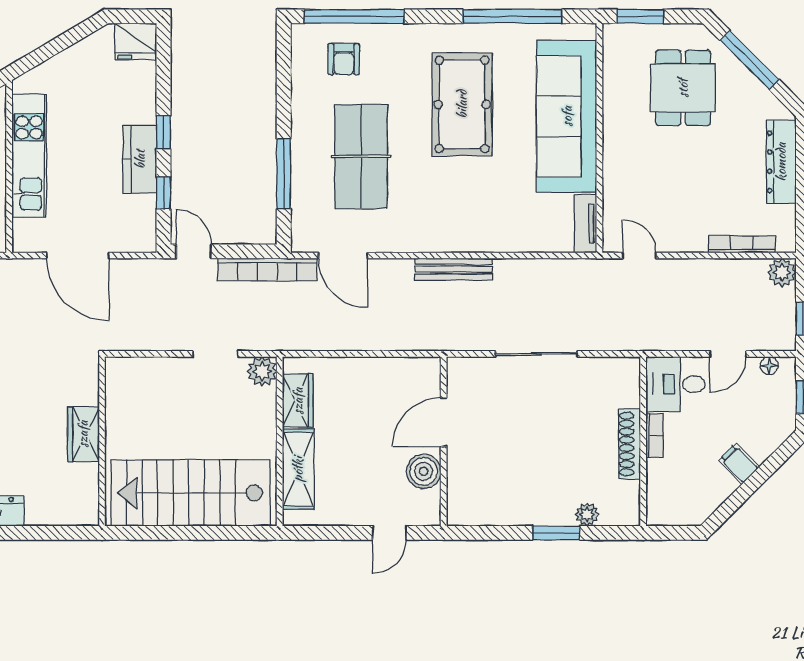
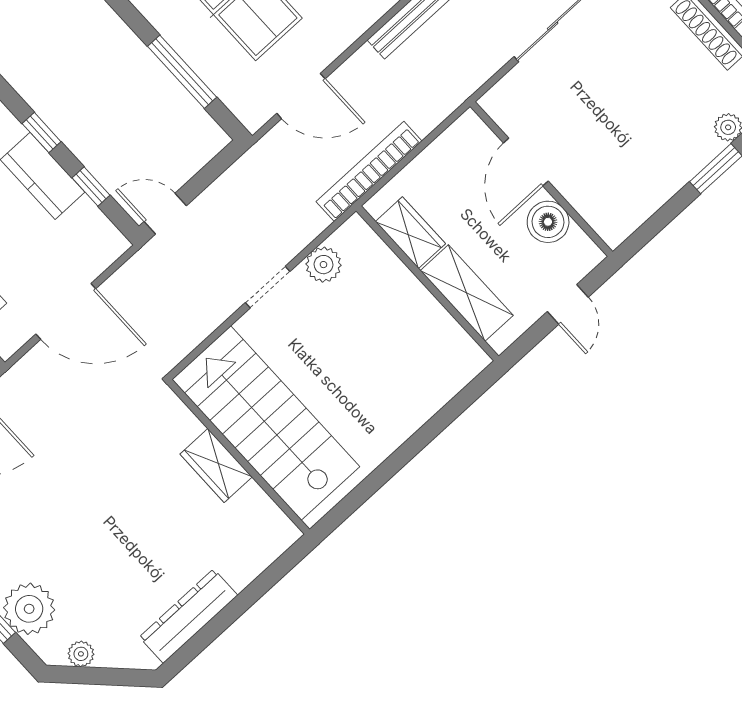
bookcase: (267, 269) -> (369, 171), moved, turned 180
wardrobe: (298, 401) -> (410, 233), moved
wall: (280, 441) -> (427, 283), moved
shelving: (298, 469) -> (467, 293), moved
stairs: (191, 493) -> (266, 423), moved, turned 90

